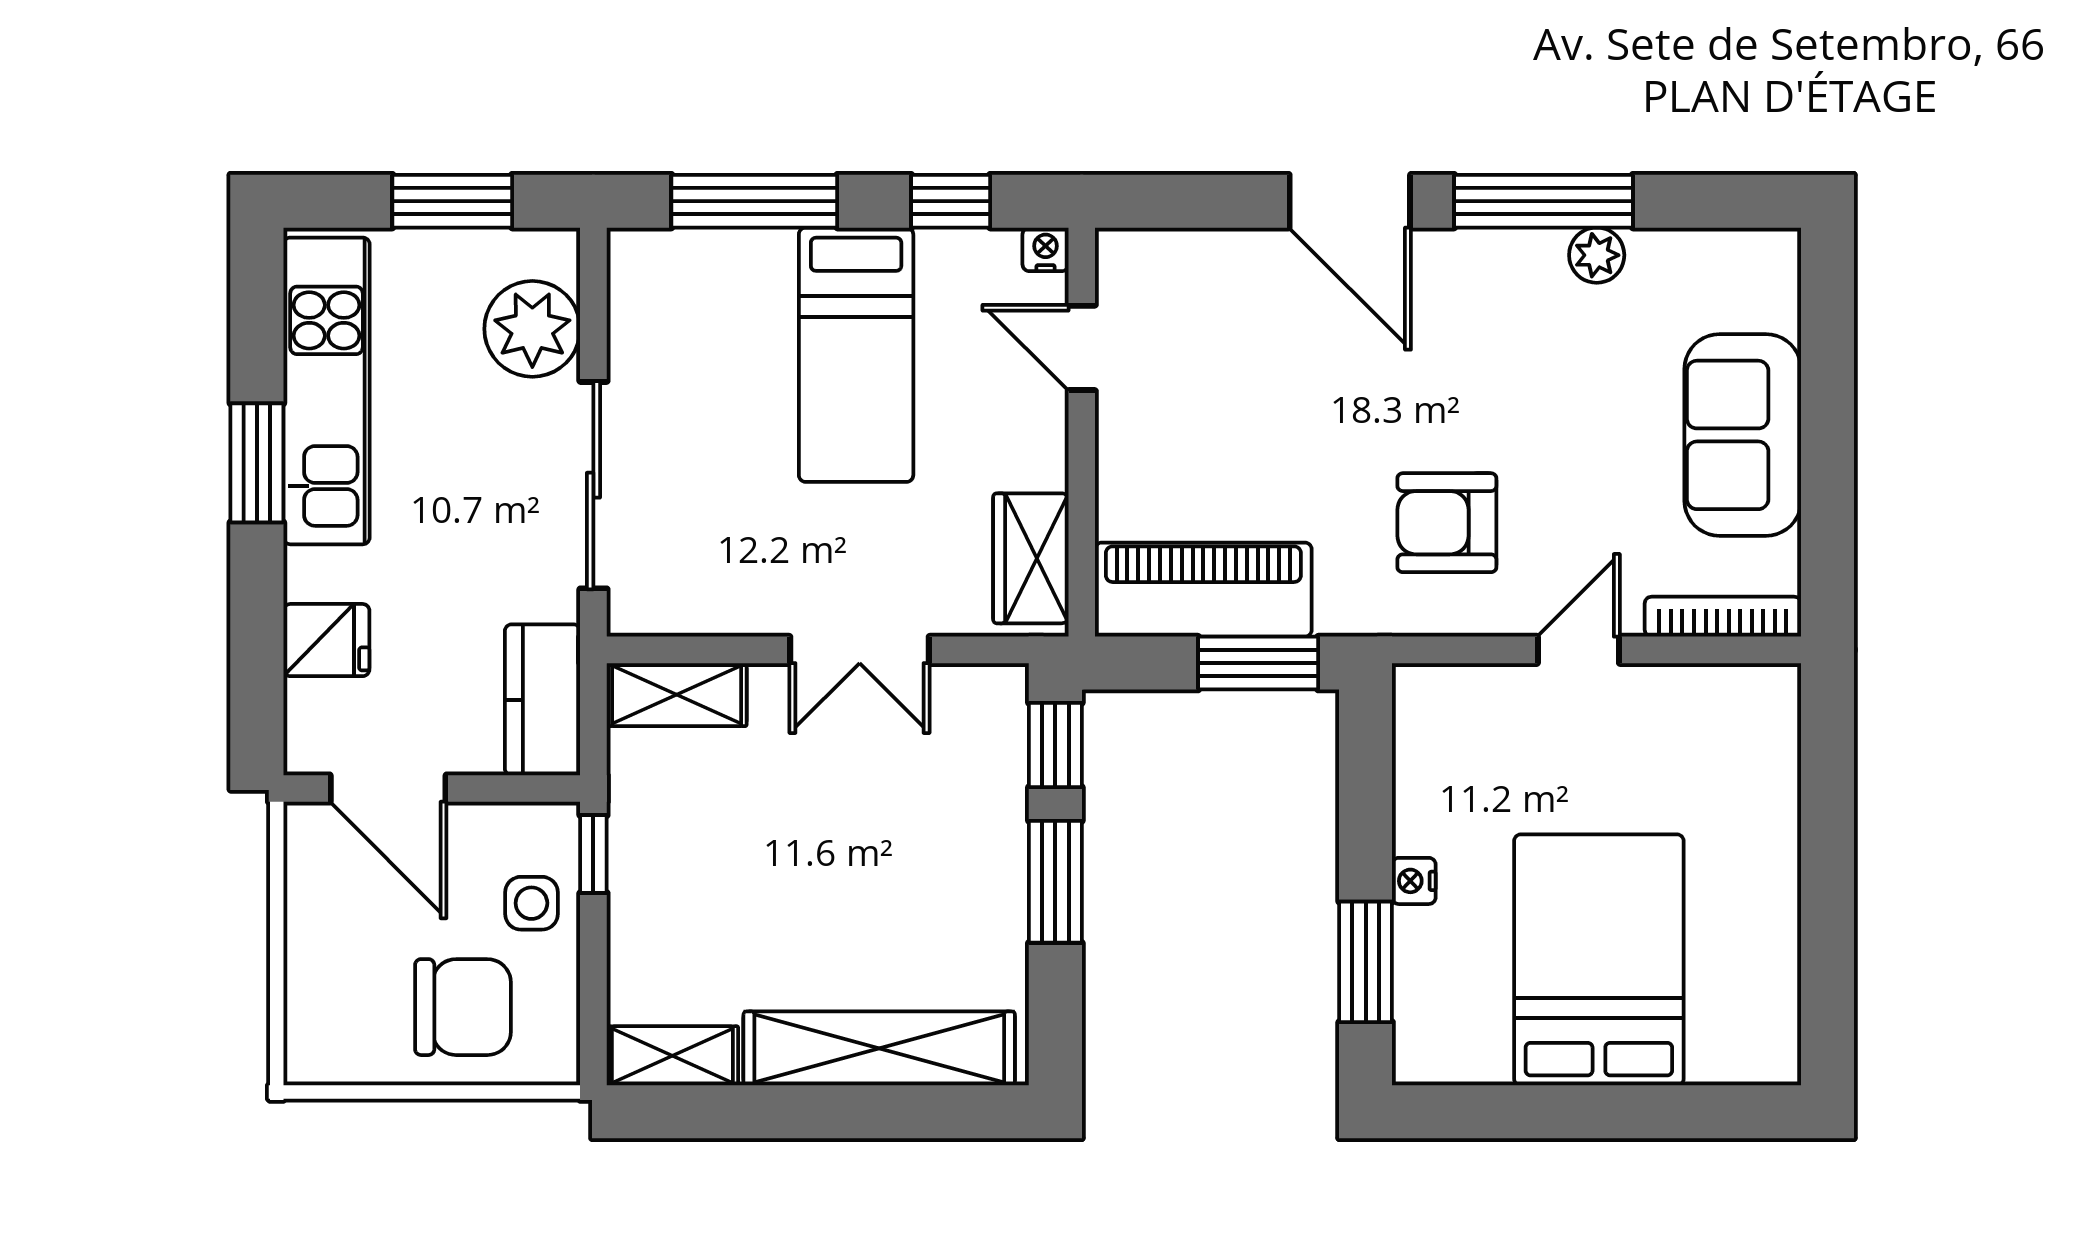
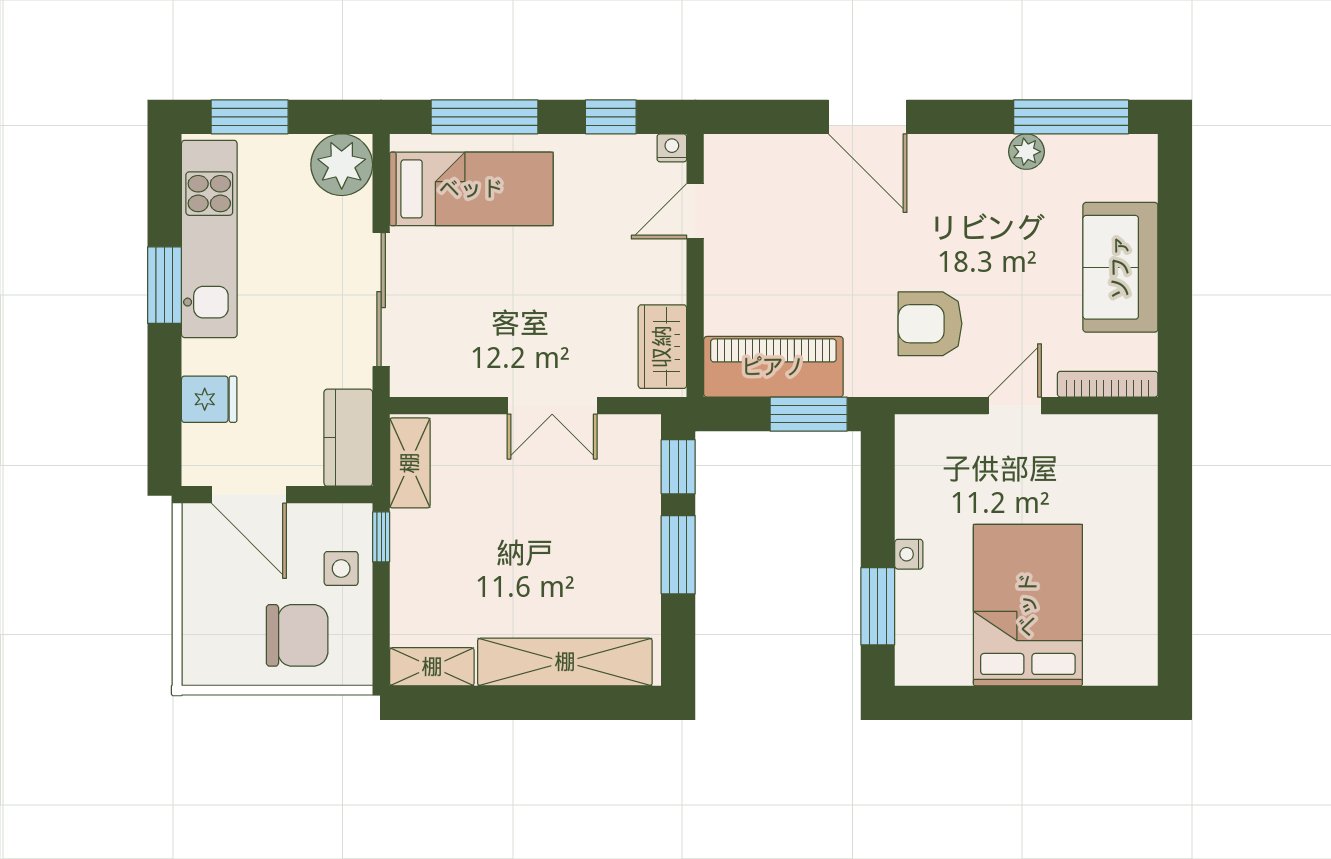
window: (452, 201) -> (250, 117), moved
window: (1544, 201) -> (1071, 117), moved
plant: (532, 329) -> (342, 165), moved
door: (1082, 348) -> (695, 211), hinge flipped
bed: (856, 355) -> (471, 189), moved, turned -90
shelving: (677, 695) -> (410, 463), moved, turned 90

